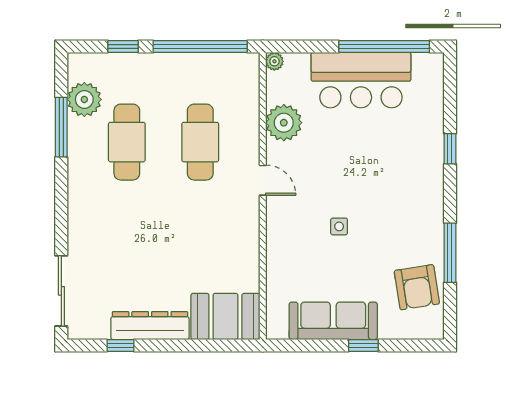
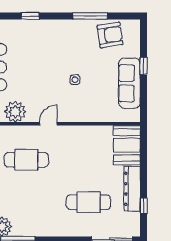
cafe table: (127, 142) -> (89, 202), moved

